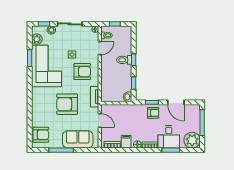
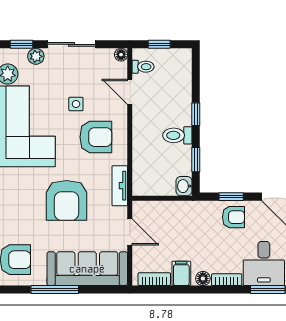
door: (100, 48) -> (130, 92), swing flipped
toilet: (124, 60) -> (177, 135), moved
armchair: (67, 104) -> (66, 200), turned -90
sofa: (78, 139) -> (87, 269), width x1.36

